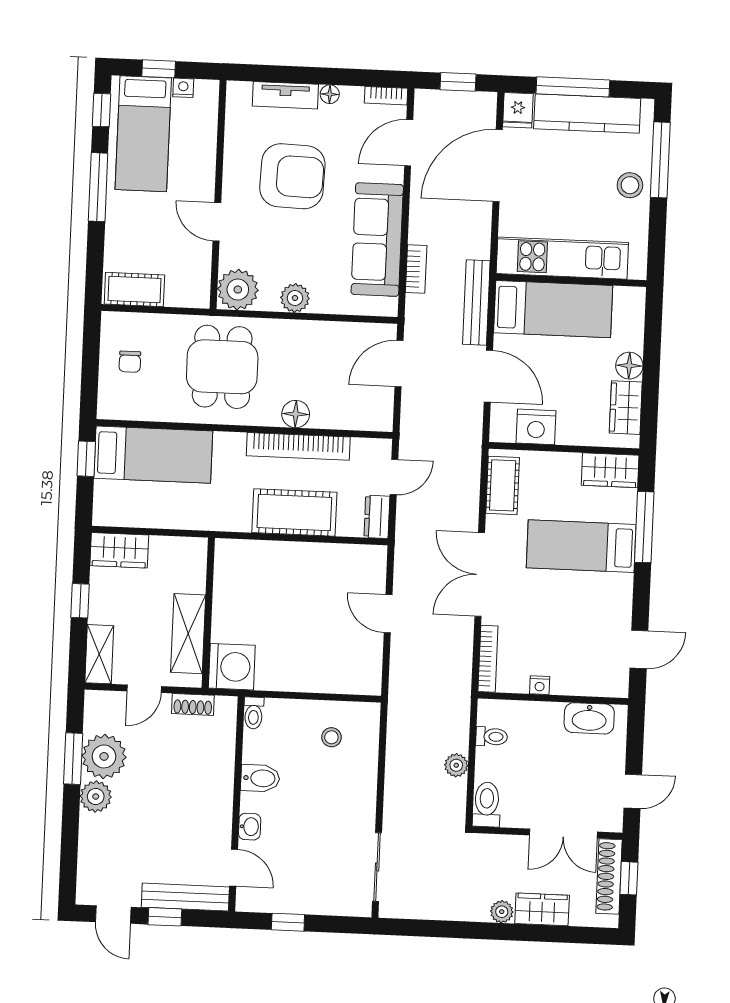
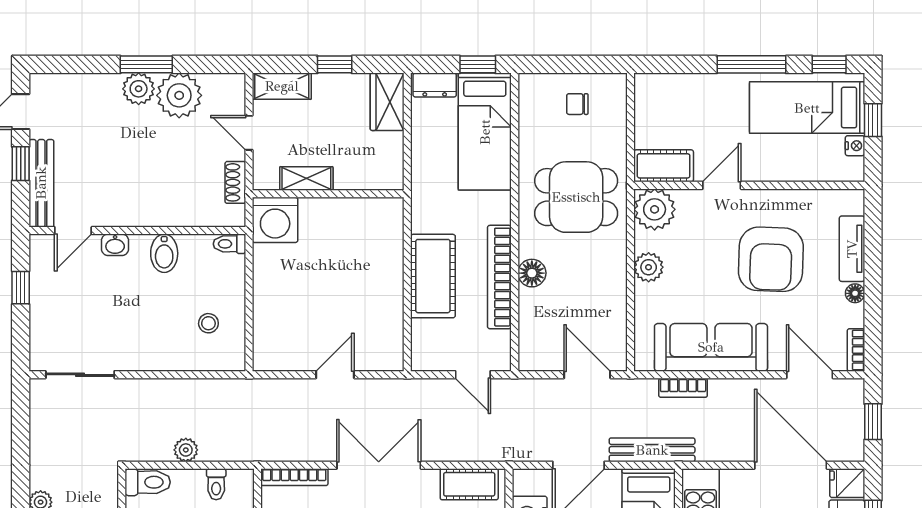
cot: (134, 290) -> (664, 166), moved, turned 90
dresser: (377, 517) -> (435, 85), moved, turned 180
shelving: (188, 634) -> (306, 179), width x0.67, depth x0.75
window: (73, 759) -> (146, 64), moved

